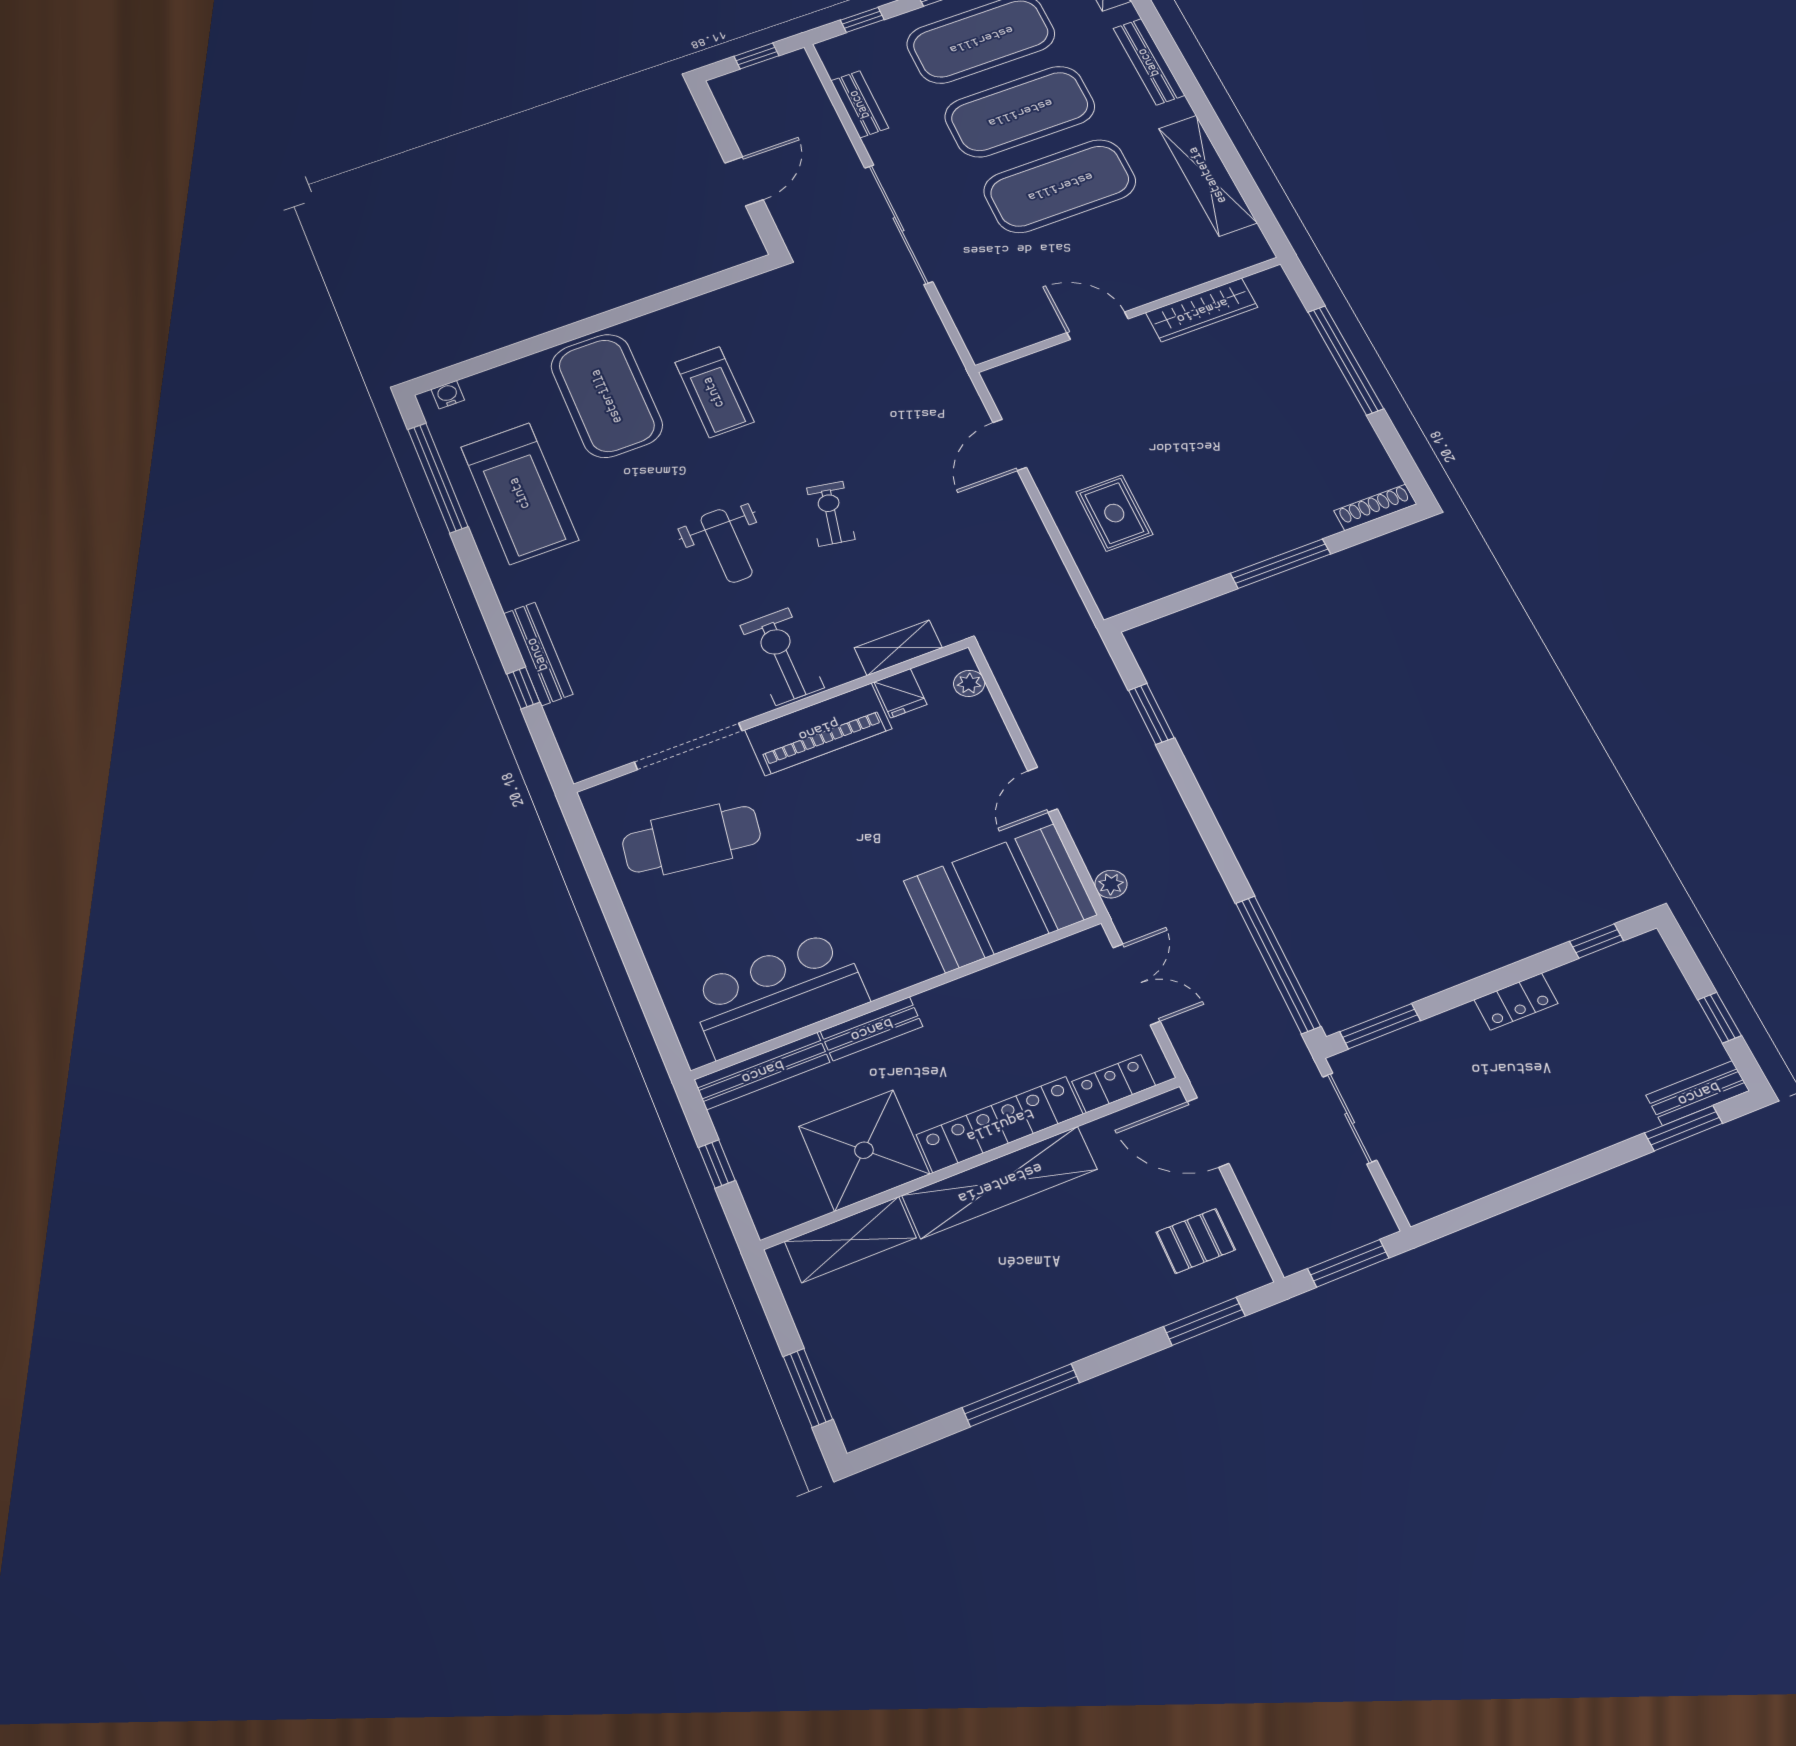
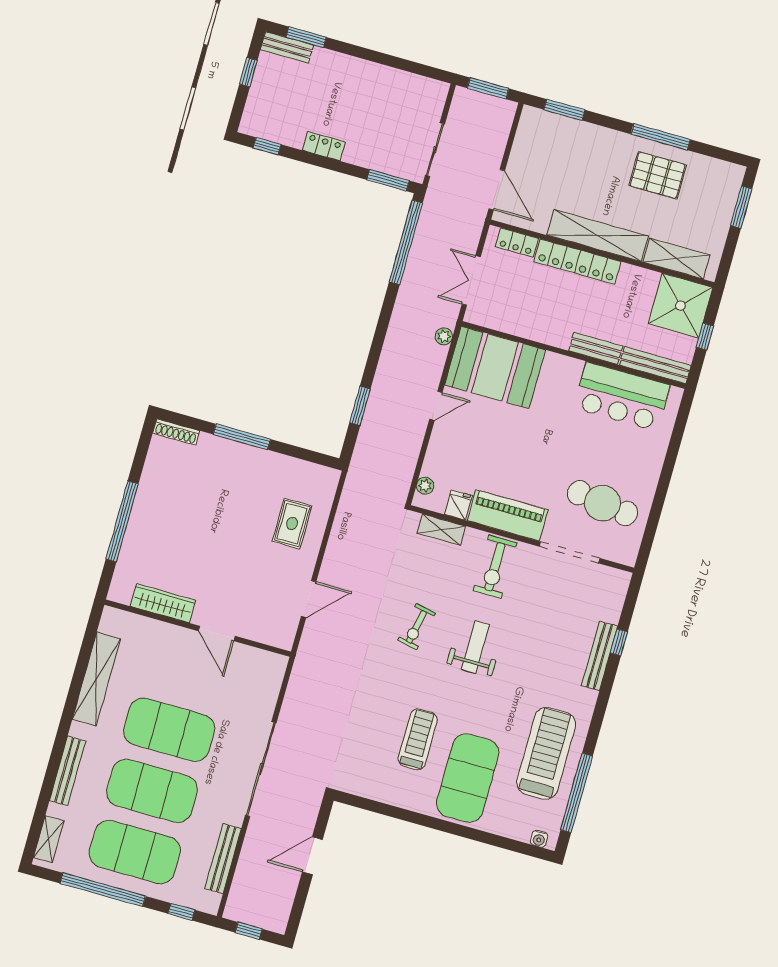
bench: (860, 104) -> (223, 859), width x1.36
shower: (864, 1150) -> (680, 306), moved
pallet: (1196, 1241) -> (658, 175), moved, width x1.50, depth x1.42

